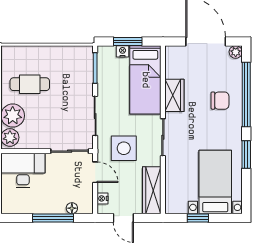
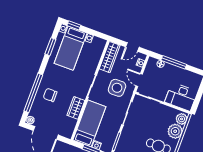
window: (246, 154) -> (50, 47), moved
door: (123, 218) -> (132, 47), swing flipped
window: (198, 218) -> (74, 25), moved

